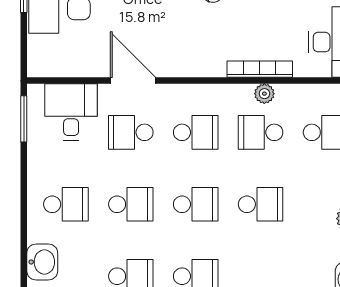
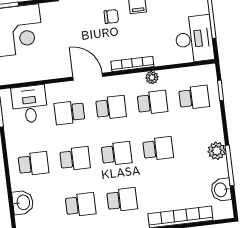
bookcase: (260, 69) -> (132, 64), moved
door: (133, 81) -> (88, 77), moved
school desk: (261, 132) -> (153, 103), turned 180

